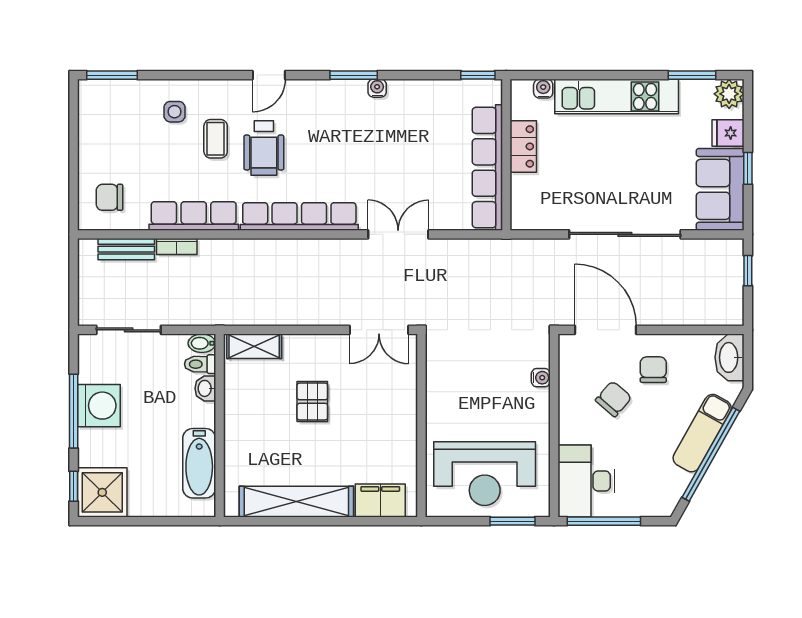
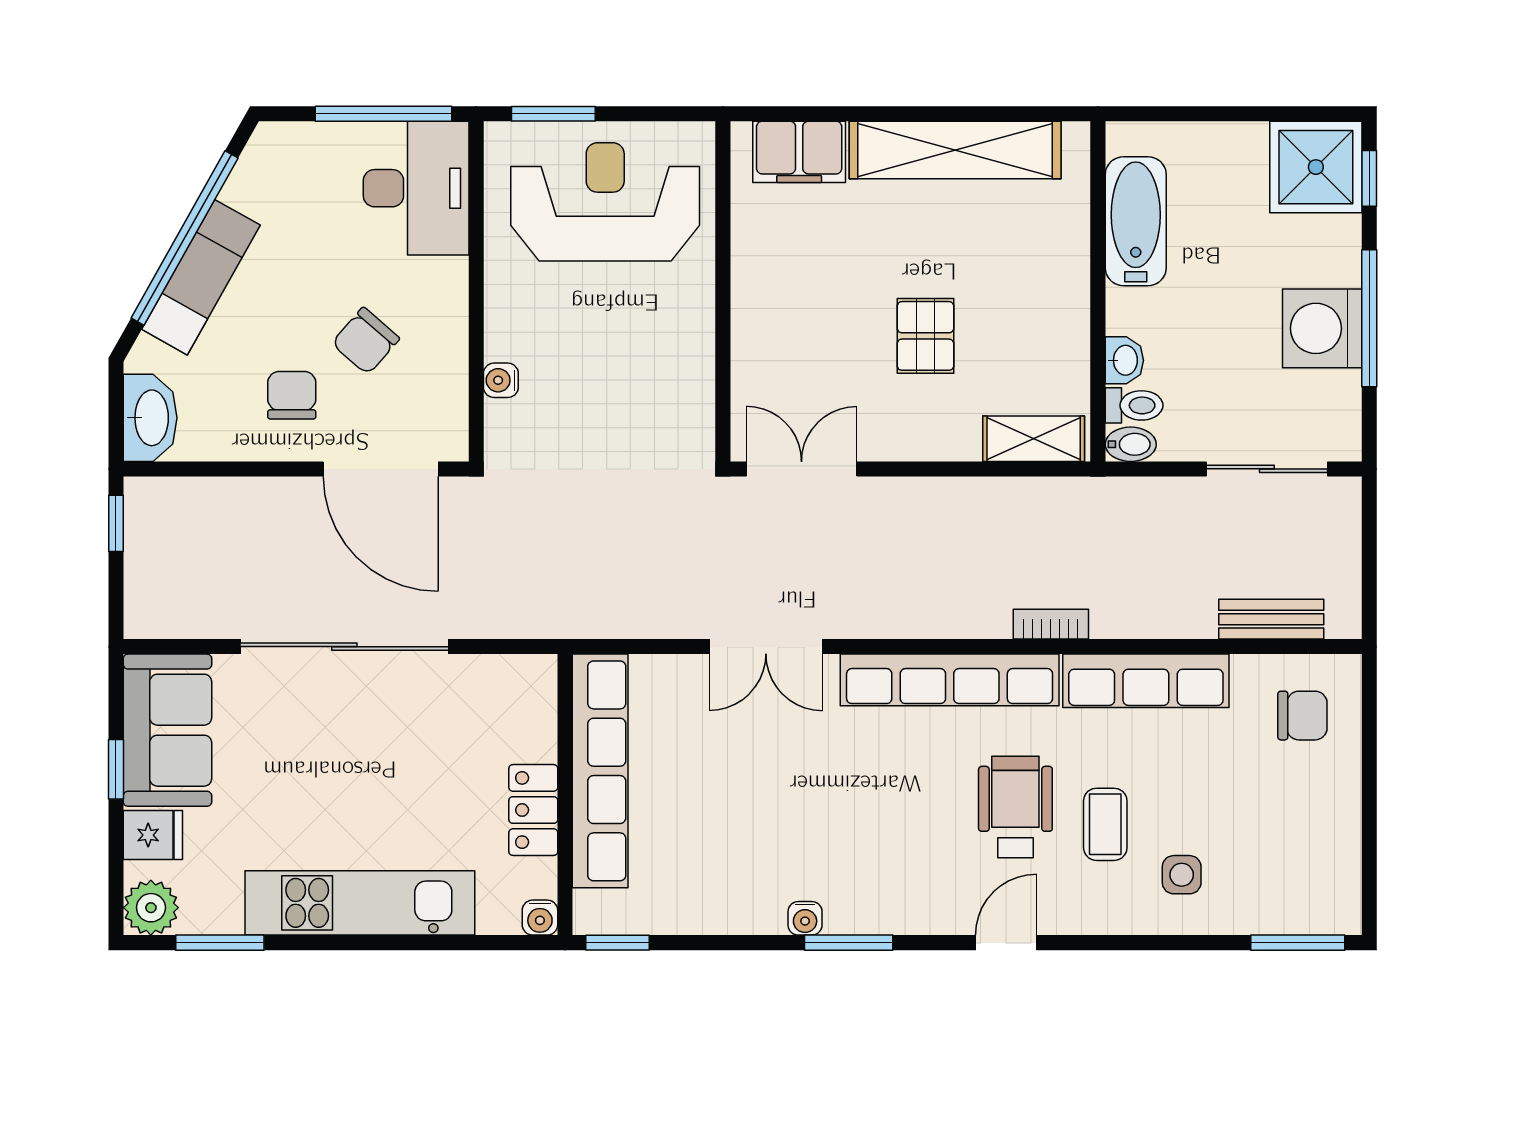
water cooler: (543, 89) -> (540, 918), moved
bookcase: (177, 246) -> (1051, 624), moved
window: (748, 271) -> (116, 523), moved
chair: (653, 370) -> (292, 395), turned 180

